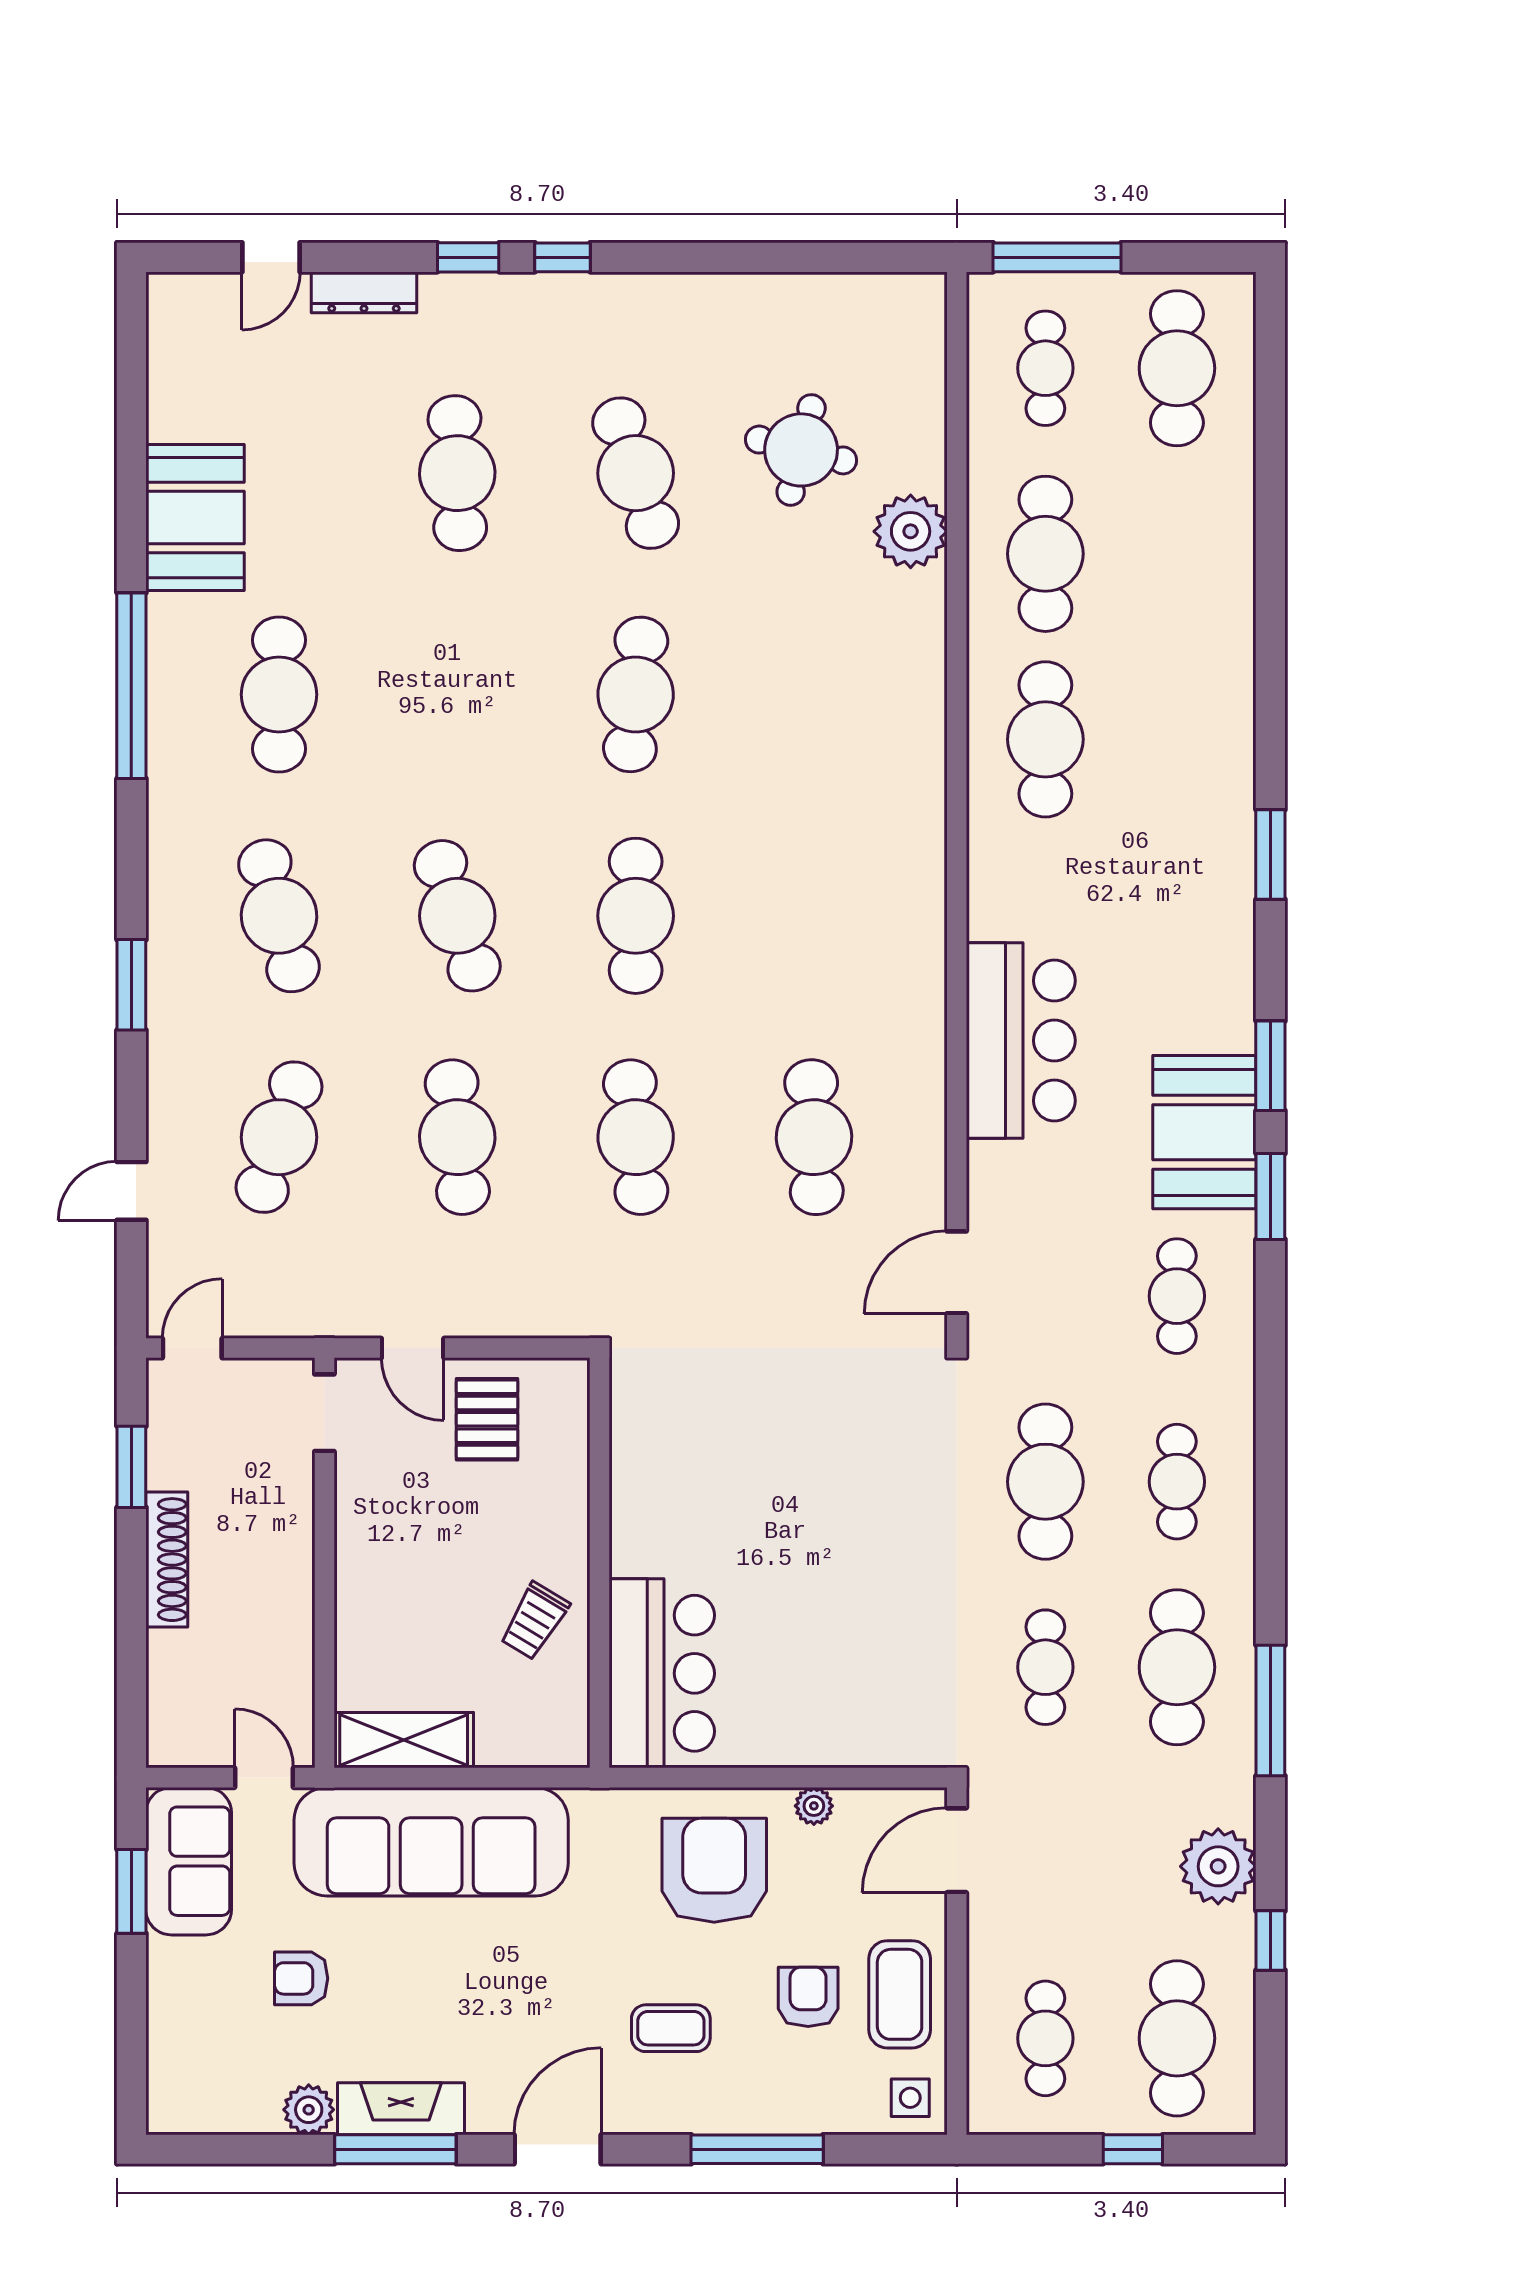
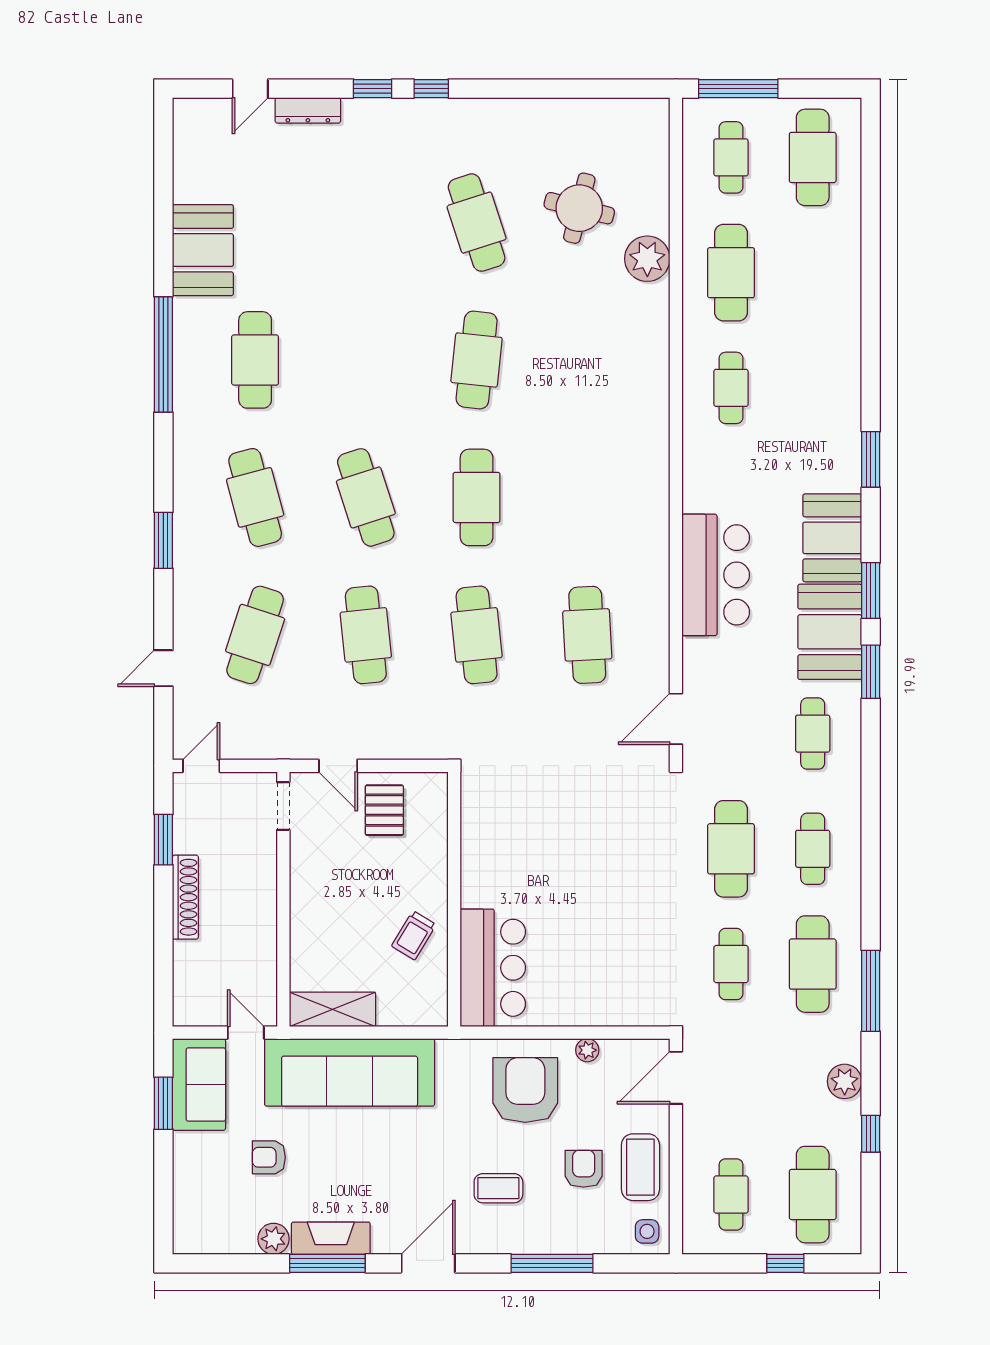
cafe table: (457, 473) -> (366, 223), removed
cafe table: (1045, 739) -> (731, 388), width x0.73, depth x0.74
booth: (1208, 981) -> (832, 538), added
plant: (1218, 1866) -> (845, 1081), width x0.73, depth x0.73

